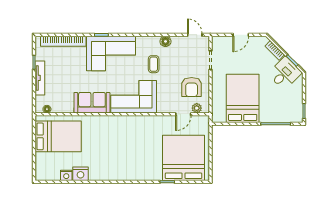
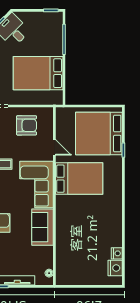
plant: (197, 108) -> (48, 120), removed
door: (183, 114) -> (54, 147), moved
bed: (58, 136) -> (79, 179), moved, turned 90
nightstand: (81, 174) -> (115, 268), moved

